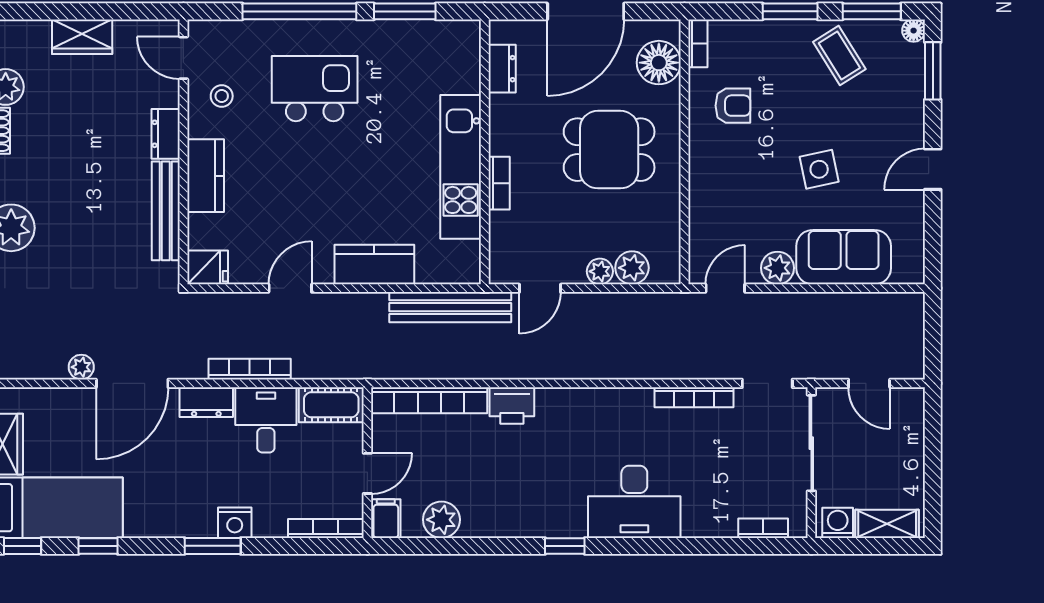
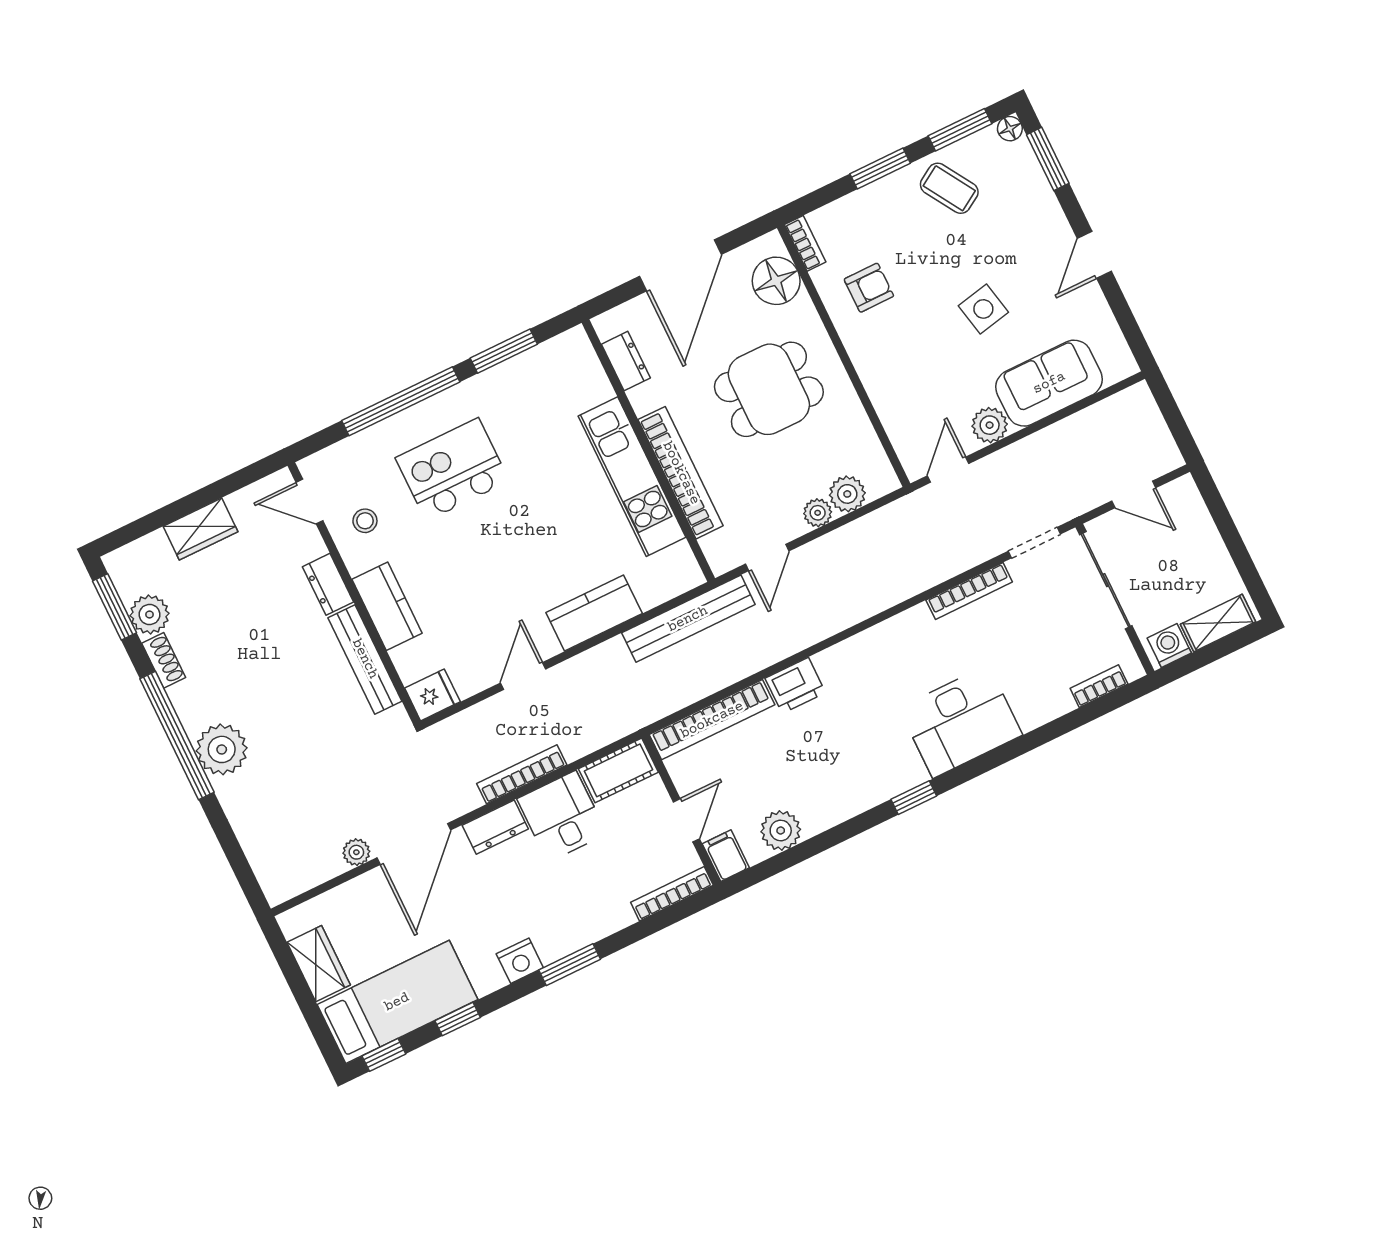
bookcase: (499, 183) -> (681, 473), width x2.31, depth x1.31
nightstand: (235, 523) -> (520, 961), moved

